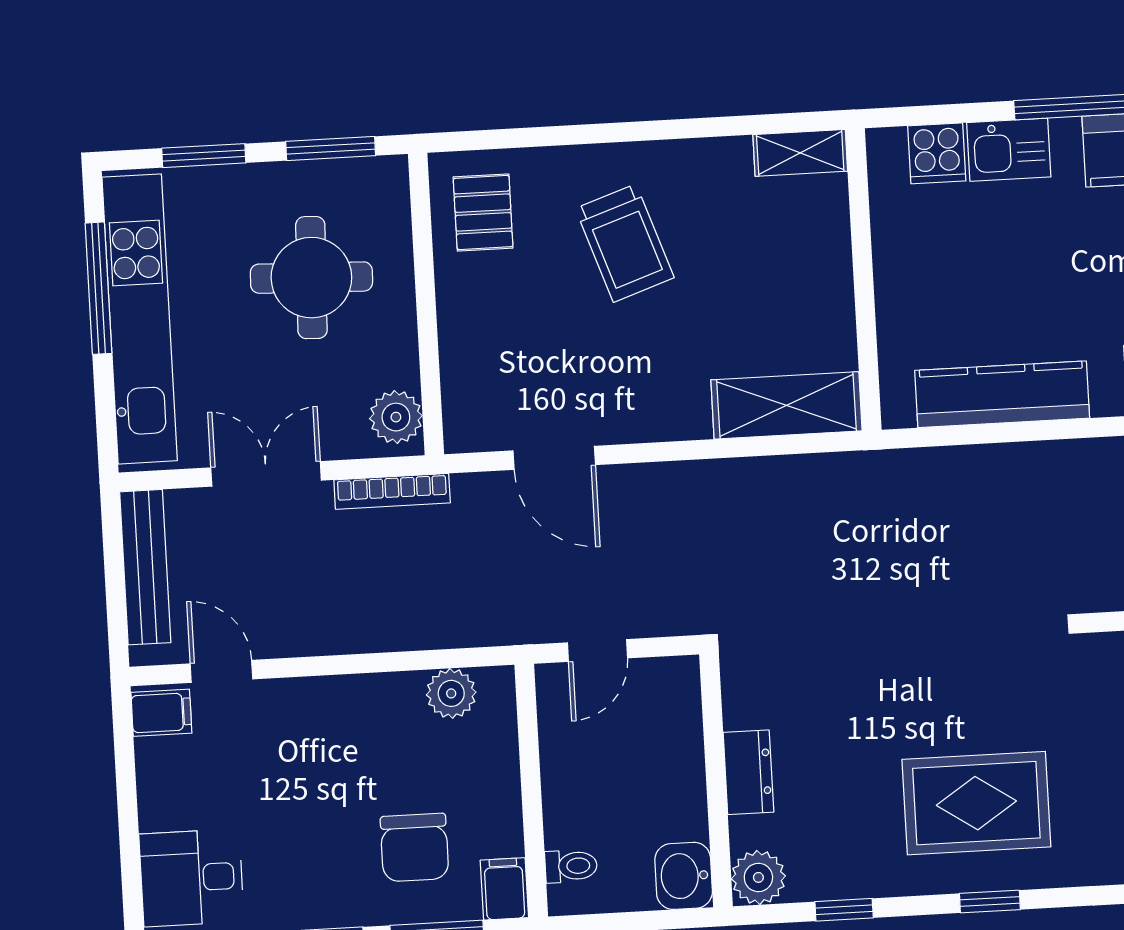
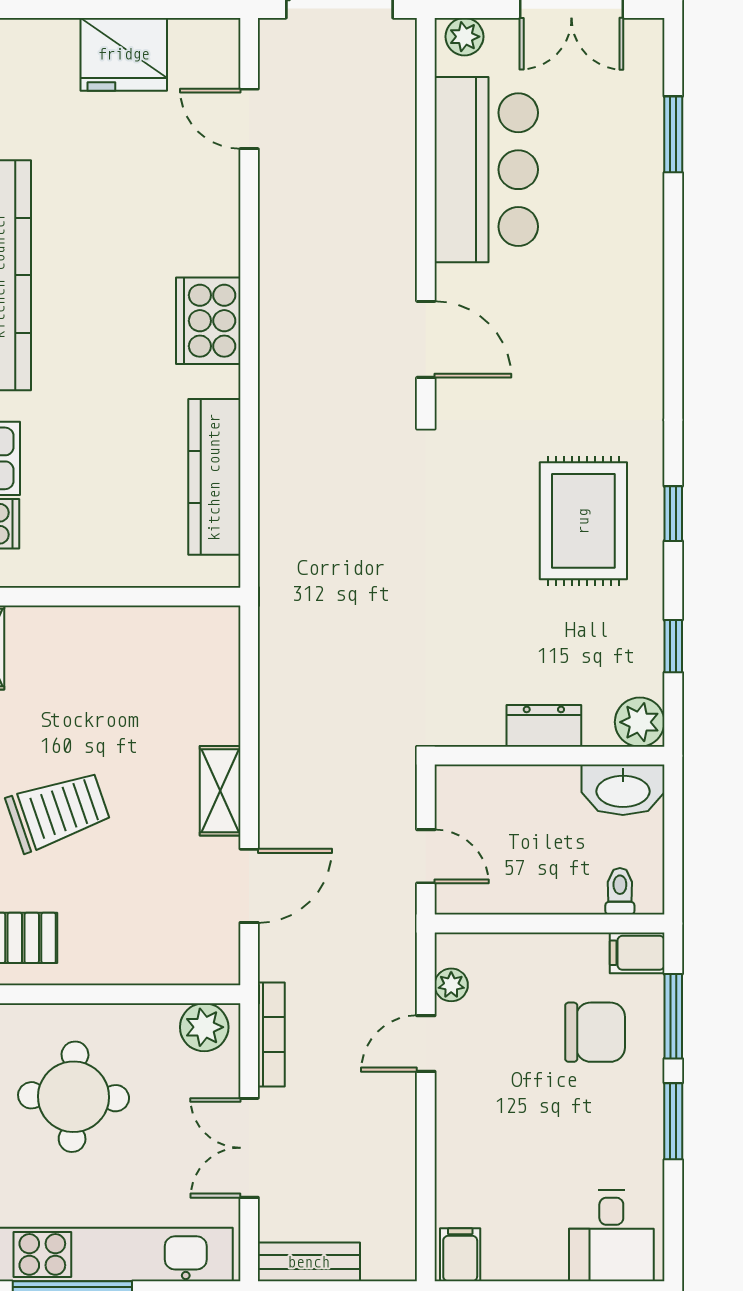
shelving: (786, 405) -> (220, 791), moved, width x0.67, depth x0.75
bench: (145, 567) -> (309, 1262), width x0.73
door: (221, 671) -> (426, 1044), moved
plant: (451, 693) -> (451, 985), width x0.73, depth x0.73
washbasin: (684, 876) -> (623, 790), width x1.38

